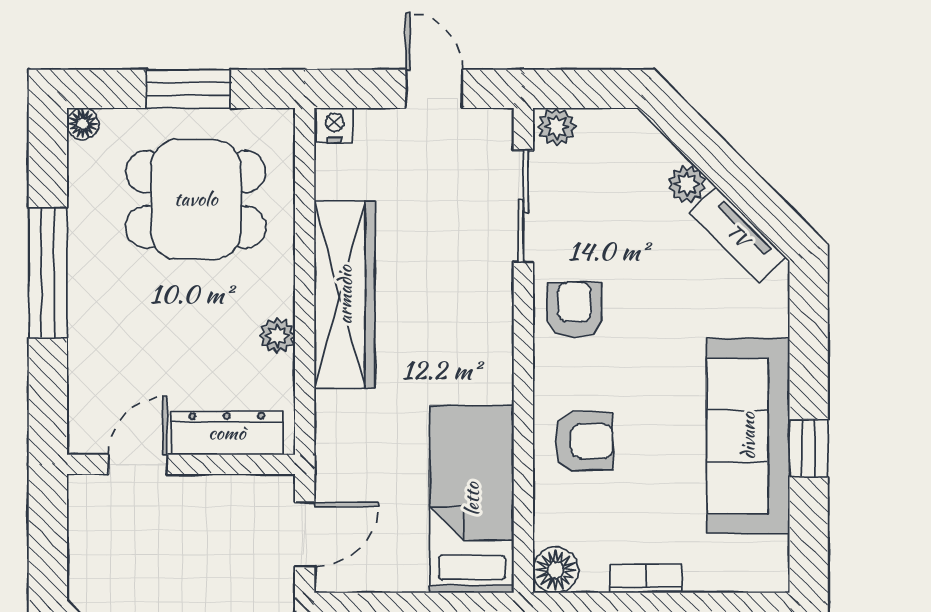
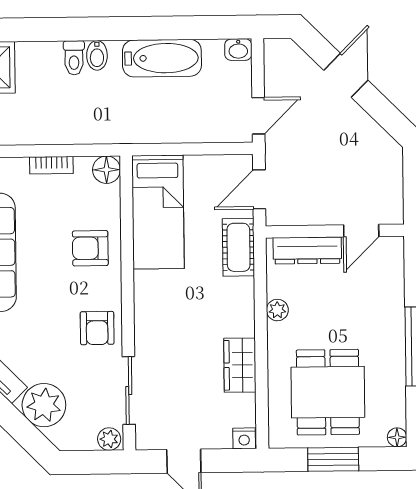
plant: (687, 184) -> (44, 405), width x1.87, depth x1.87
dining table: (196, 199) -> (328, 392), turned 90
wardrobe: (345, 295) -> (240, 365), width x0.48, depth x0.85
cot: (340, 440) -> (238, 247), added

